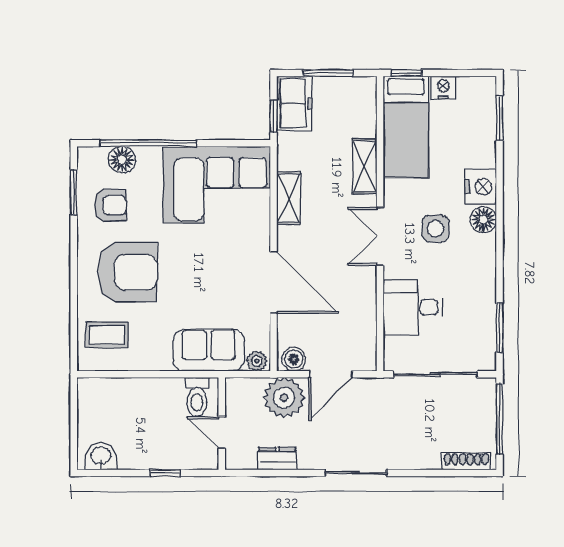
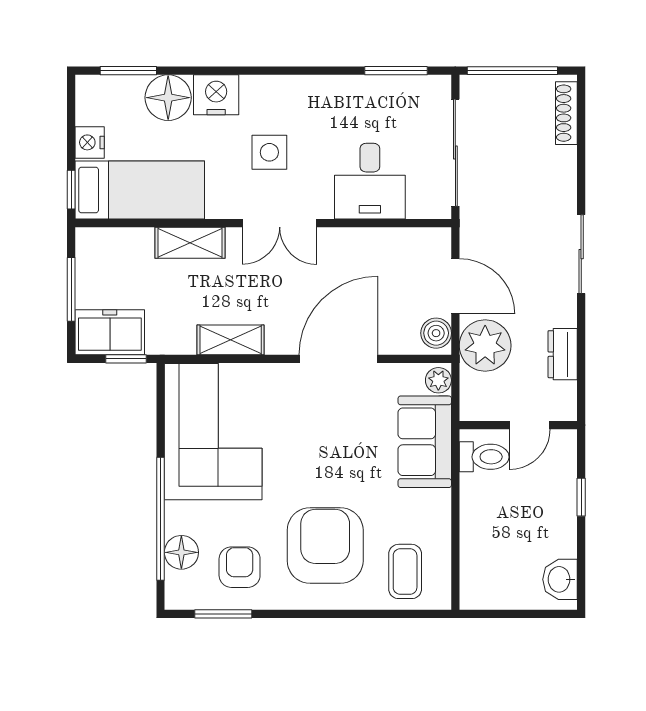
floor lamp: (483, 220) -> (168, 98), moved, width x1.38, depth x1.38

